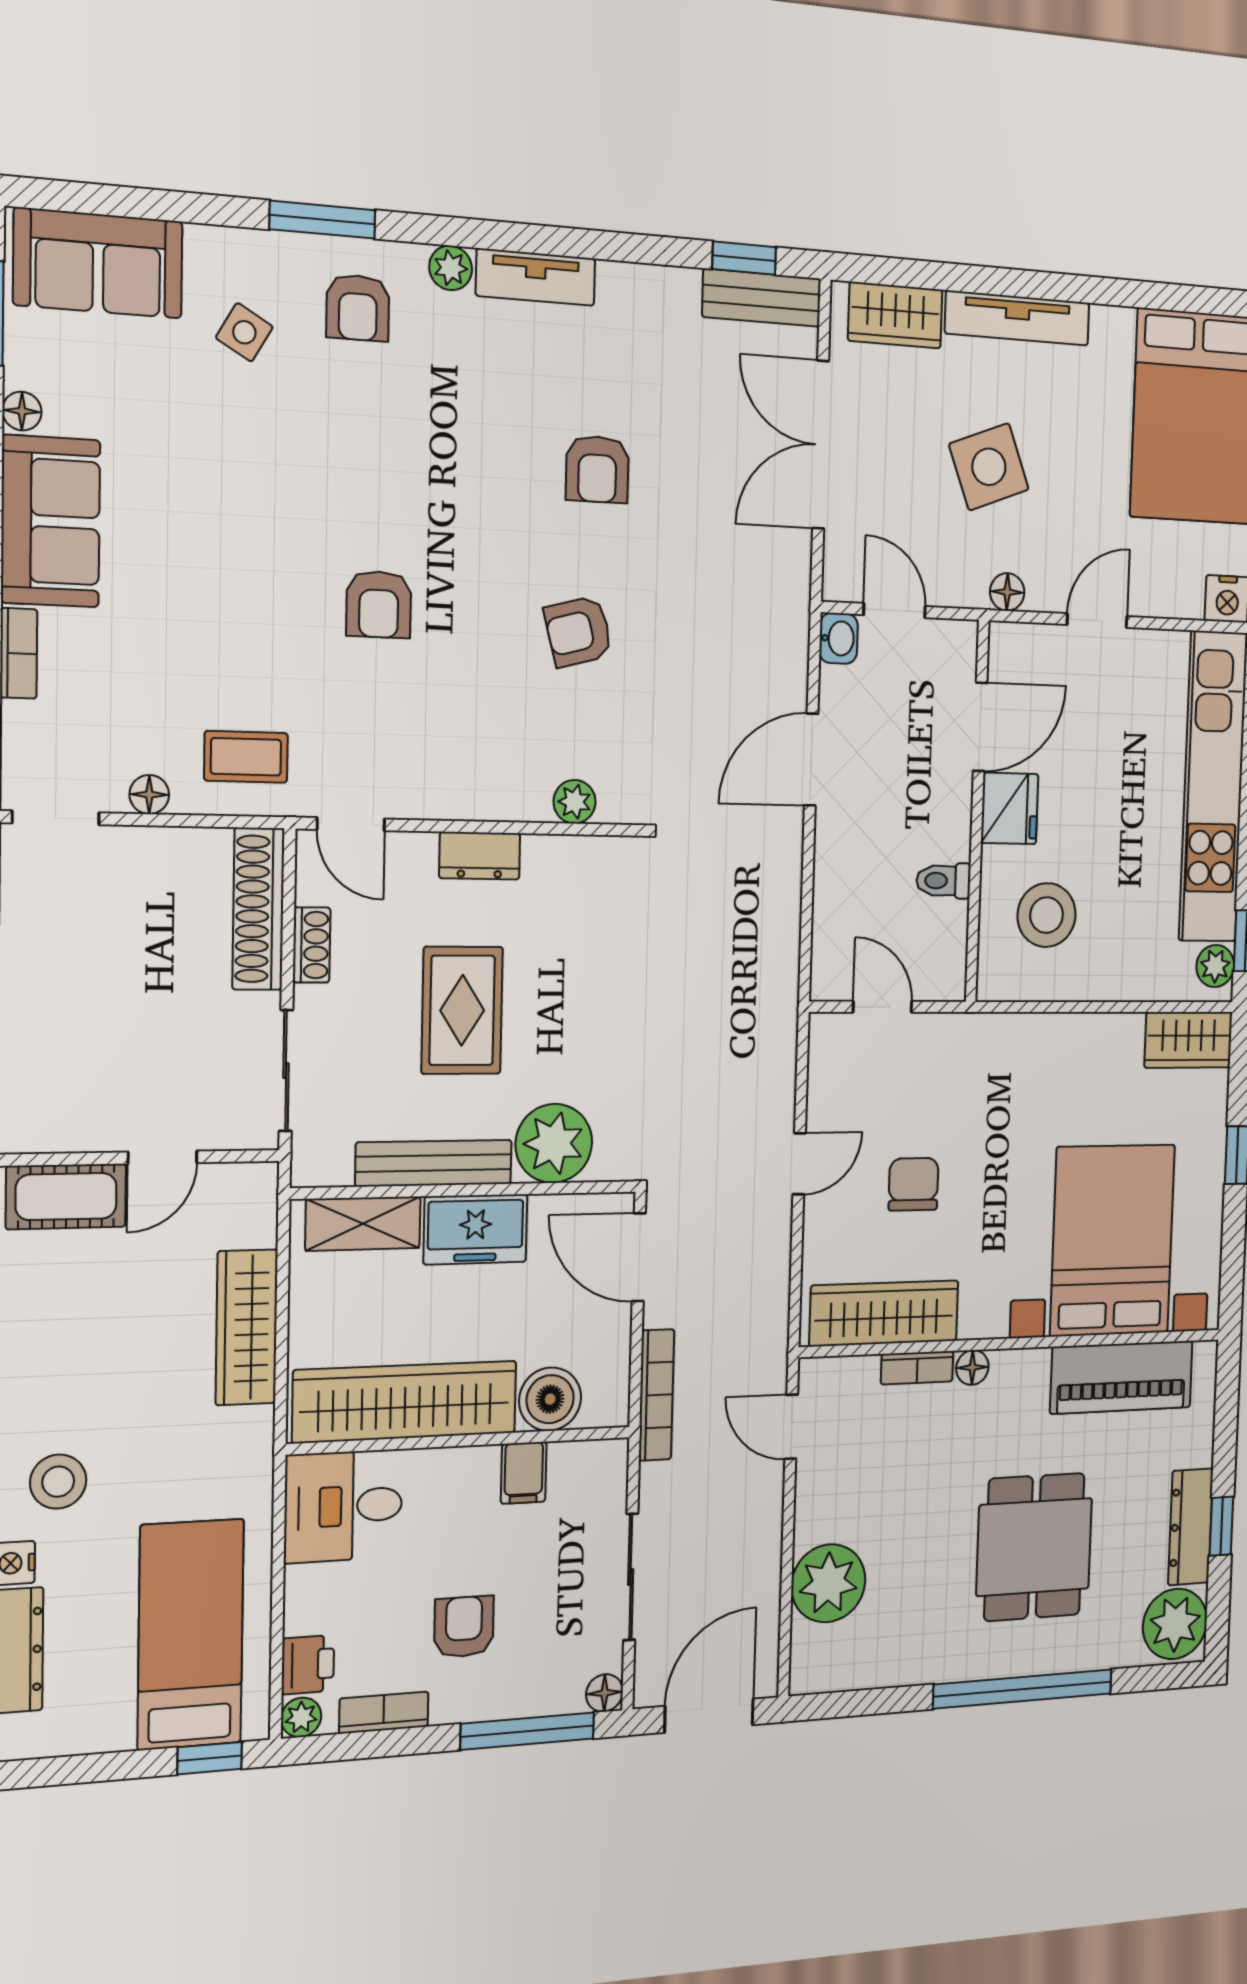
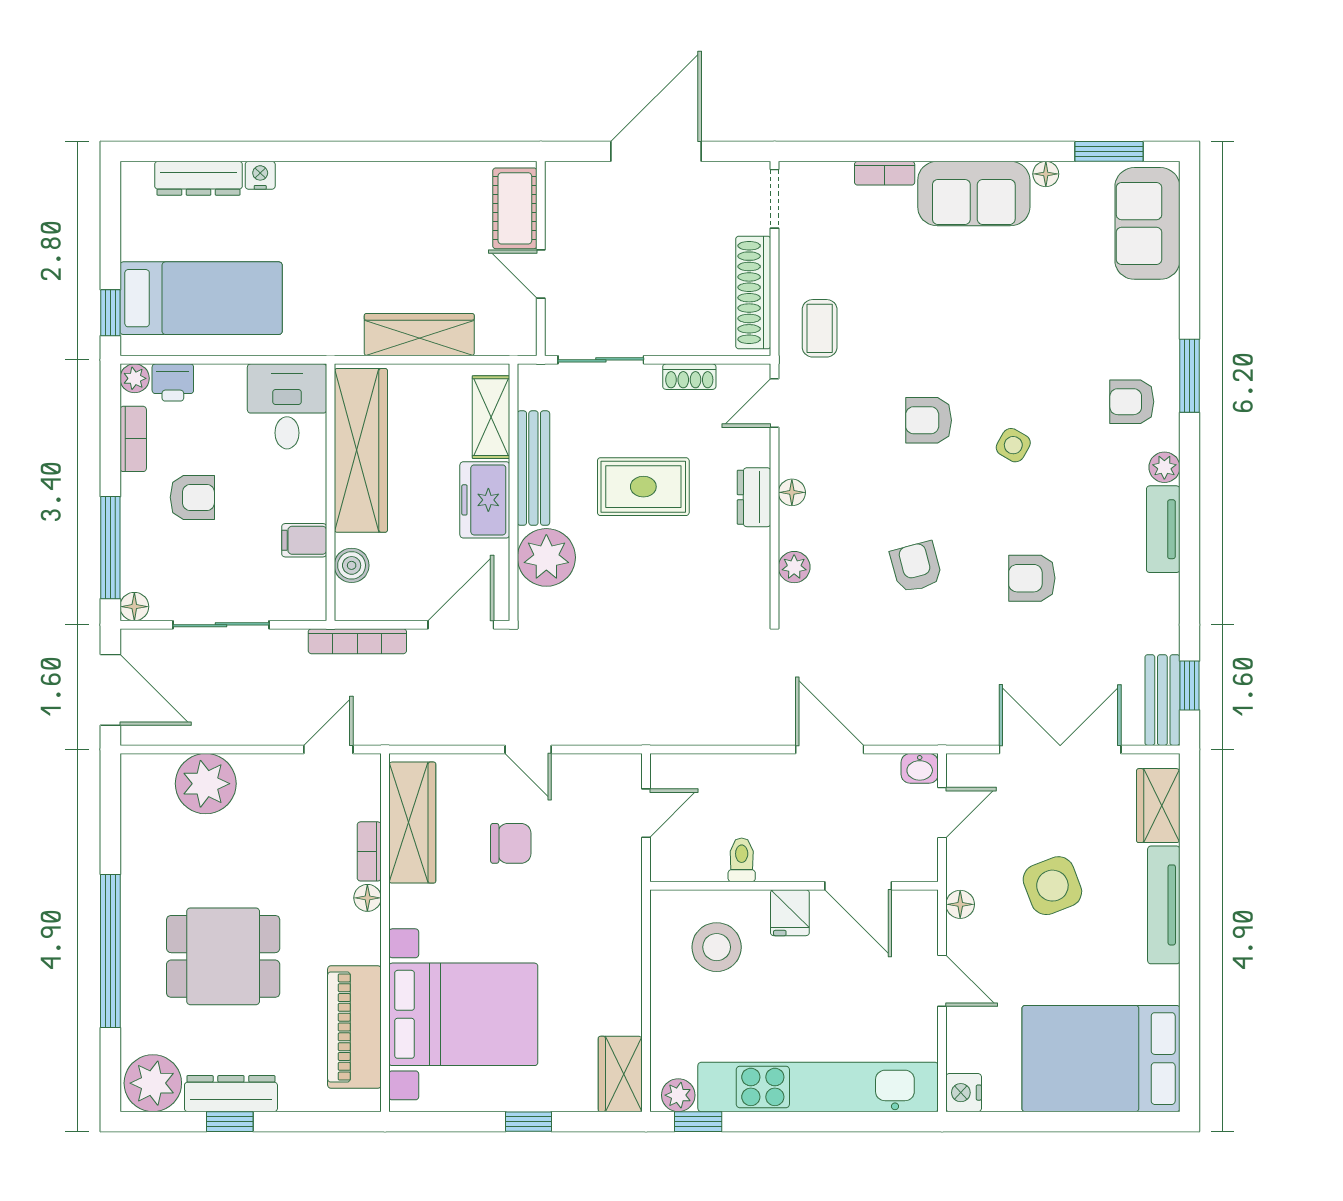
side table: (244, 332) -> (1013, 445), moved
floor lamp: (149, 795) -> (792, 492), moved
fridge: (1010, 808) -> (790, 913), width x0.72
shoe rack: (258, 909) -> (753, 292), moved, turned -90
boiler: (550, 1399) -> (352, 565), width x0.73, depth x0.73
stool: (58, 1482) -> (316, 205), removed

